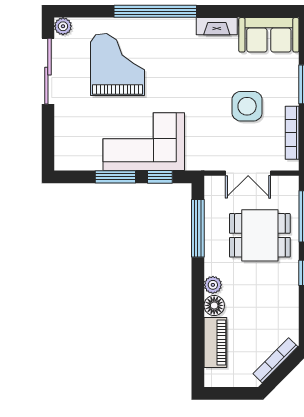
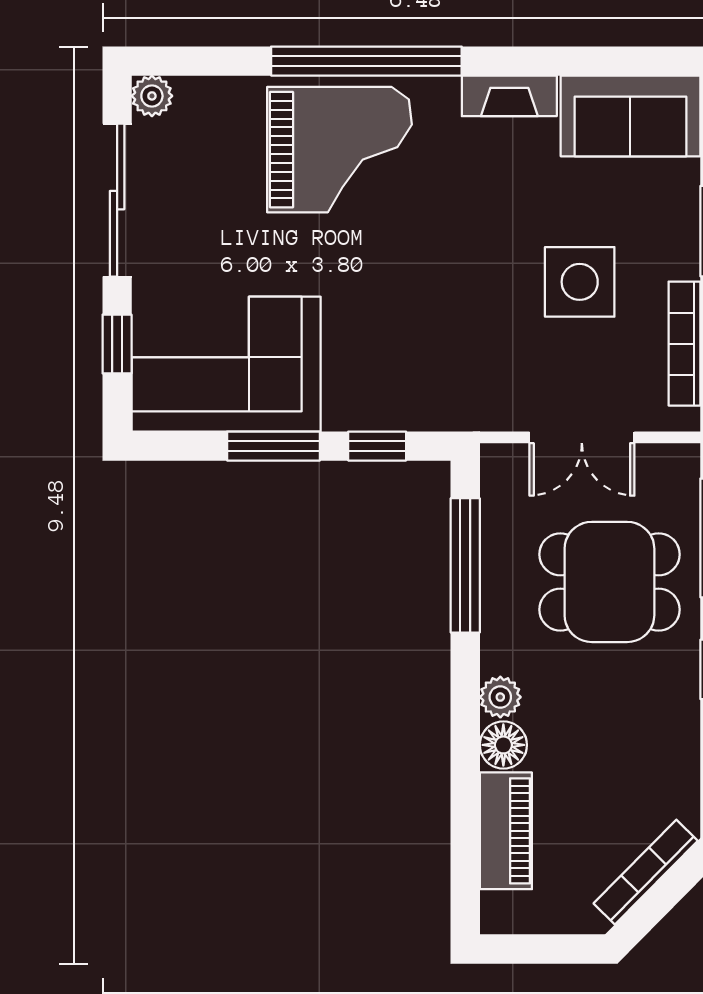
grand piano: (118, 65) -> (339, 150), moved, turned 90
window: (48, 133) -> (117, 344), added
corner sofa: (144, 142) -> (226, 364), moved

